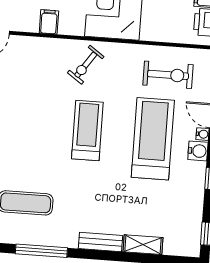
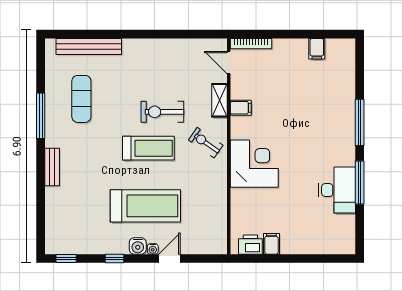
exercise bike: (168, 75) -> (162, 112), moved, turned 90
shelving: (143, 245) -> (219, 100), moved

